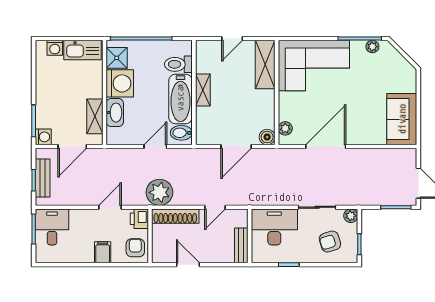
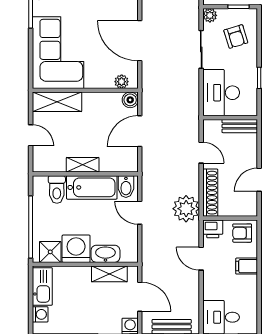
door: (236, 146) -> (140, 131), swing flipped

